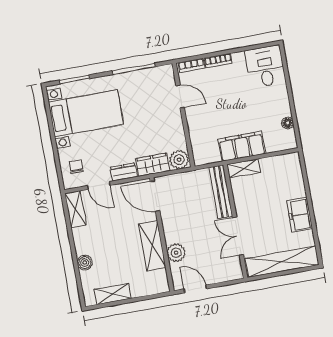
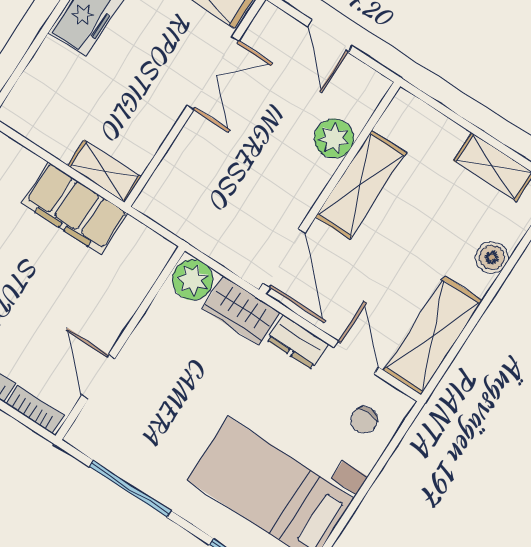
bench: (221, 192) -> (174, 168), removed
shelving: (76, 209) -> (433, 336), width x1.50, depth x1.33
door: (195, 289) -> (330, 36), moved

